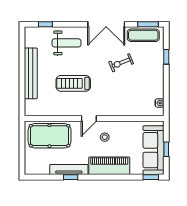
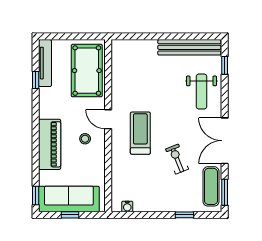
bench: (31, 73) -> (189, 47), moved
treadmill: (73, 83) -> (140, 133), moved
tv unit: (69, 170) -> (45, 63), moved
window: (71, 177) -> (36, 80), moved

